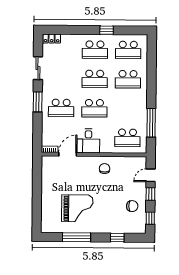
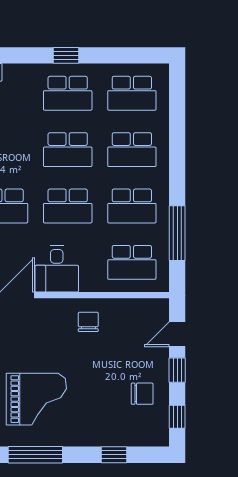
window: (107, 30) -> (66, 55), moved
school desk: (128, 109) -> (132, 206), added

